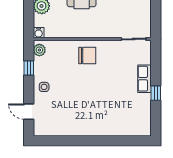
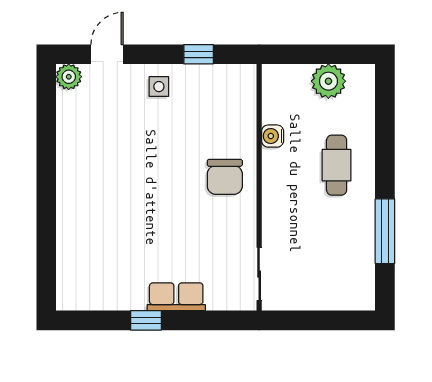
water cooler: (39, 33) -> (273, 136), moved
plant: (39, 50) -> (69, 77), moved

